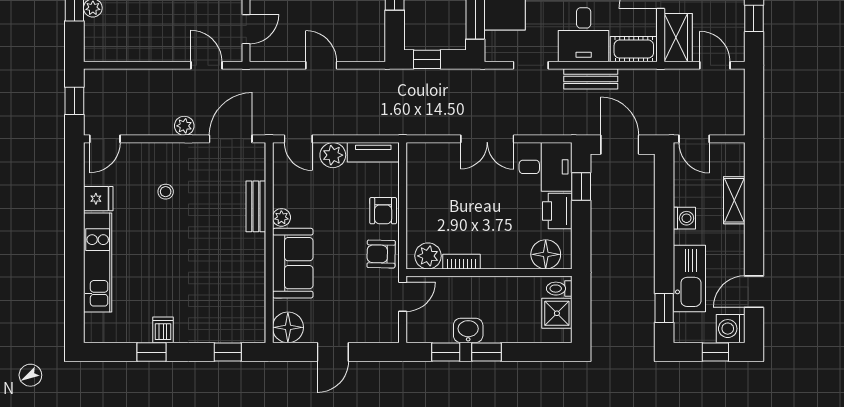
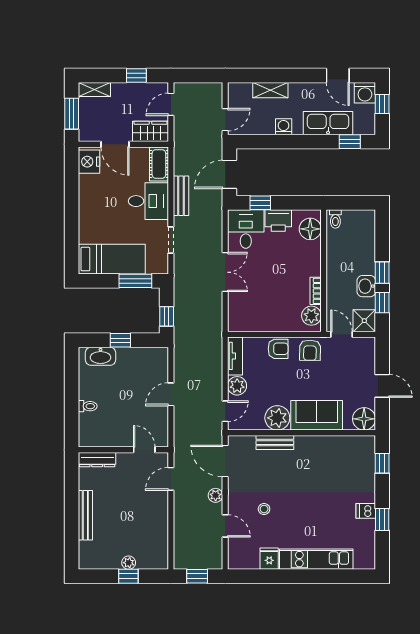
door: (105, 139) -> (225, 526), moved
plant: (281, 217) -> (277, 418), width x1.88, depth x1.88
shower: (557, 313) -> (364, 321), moved

